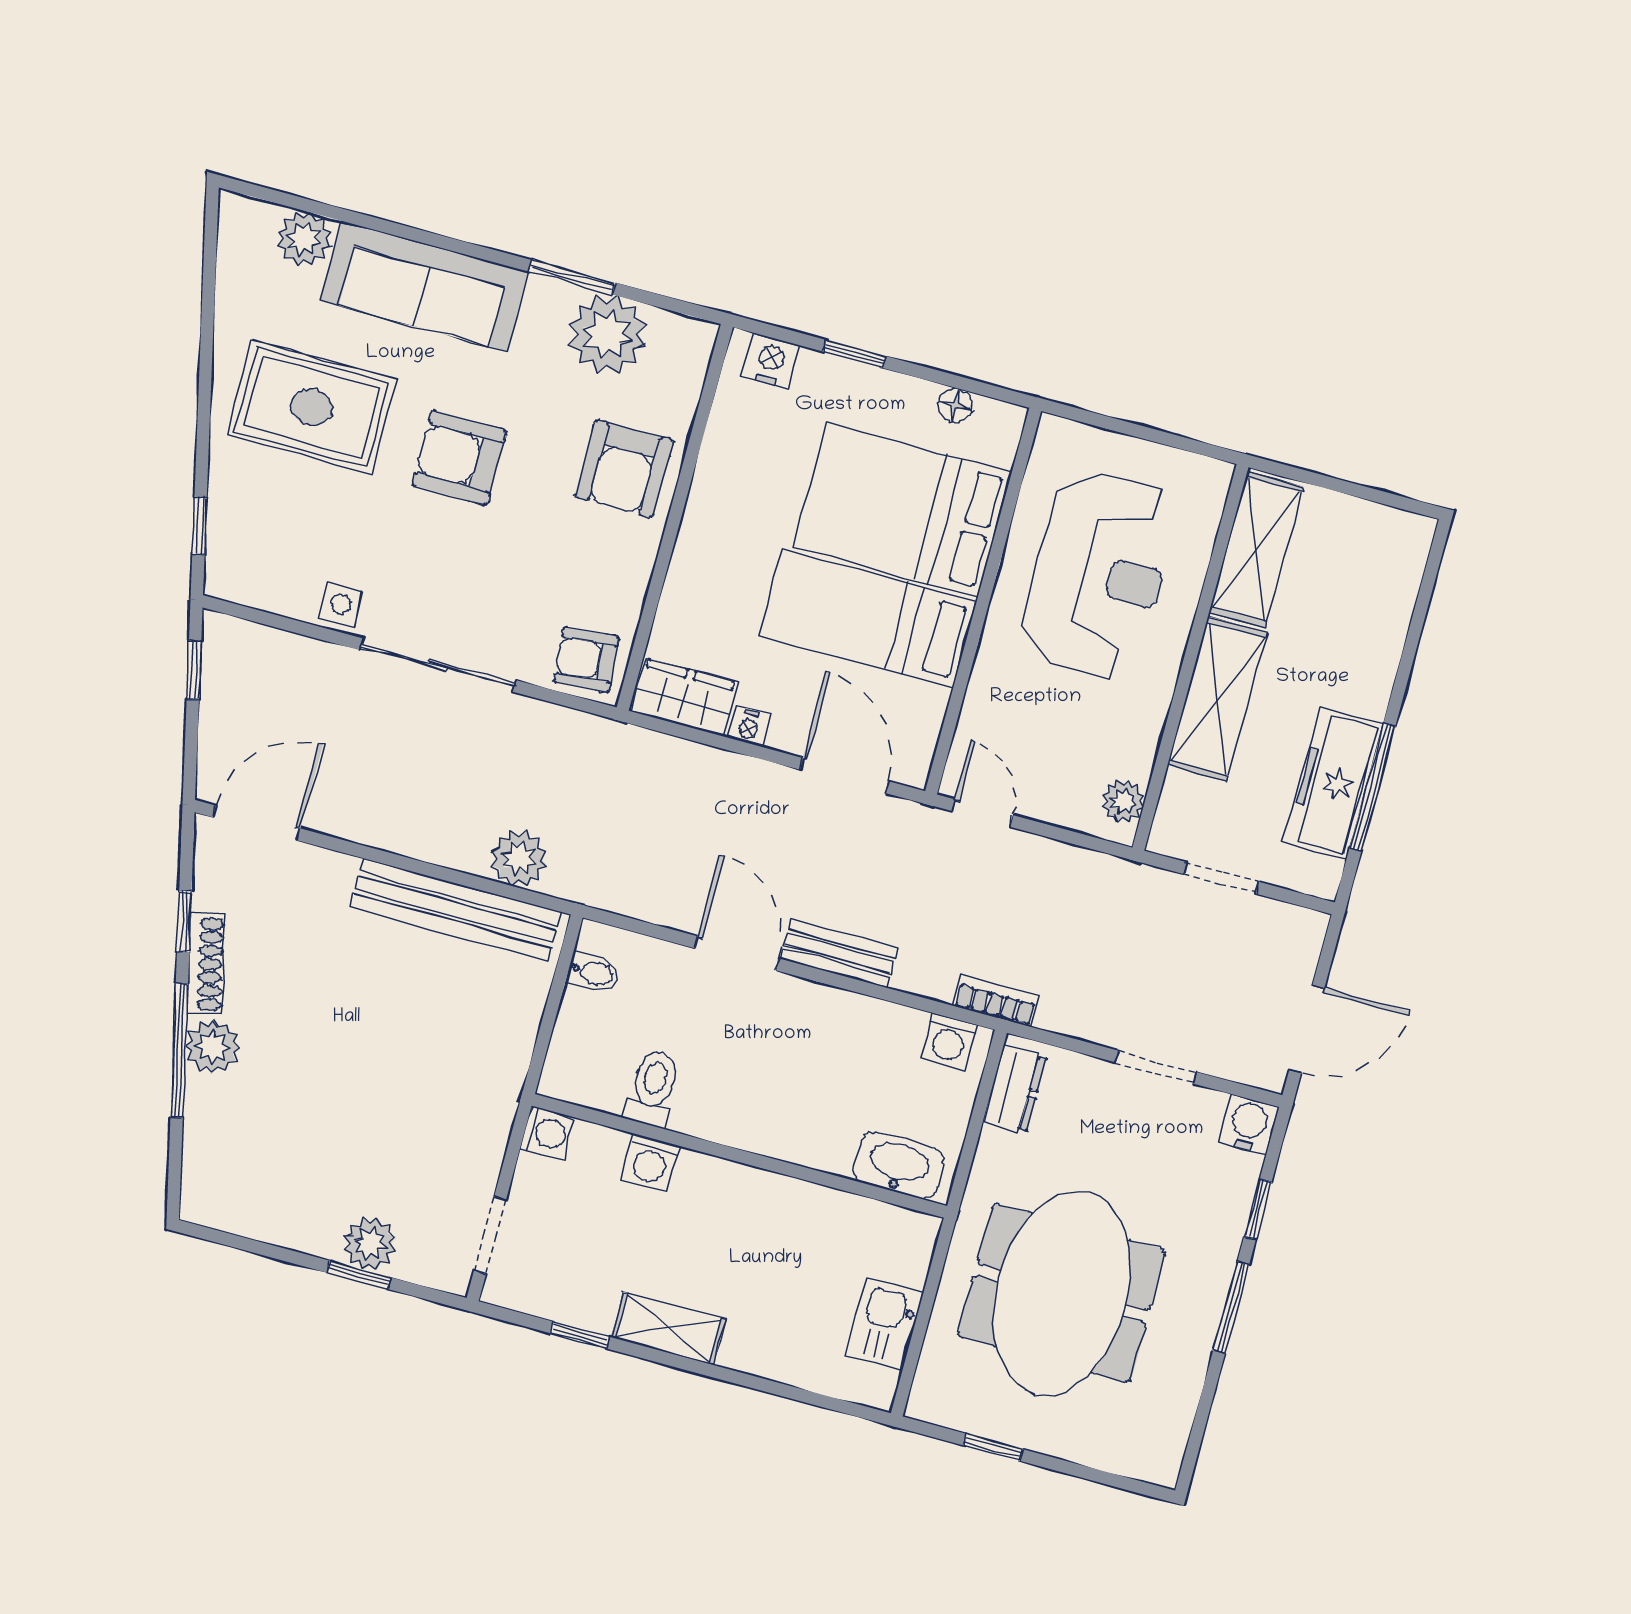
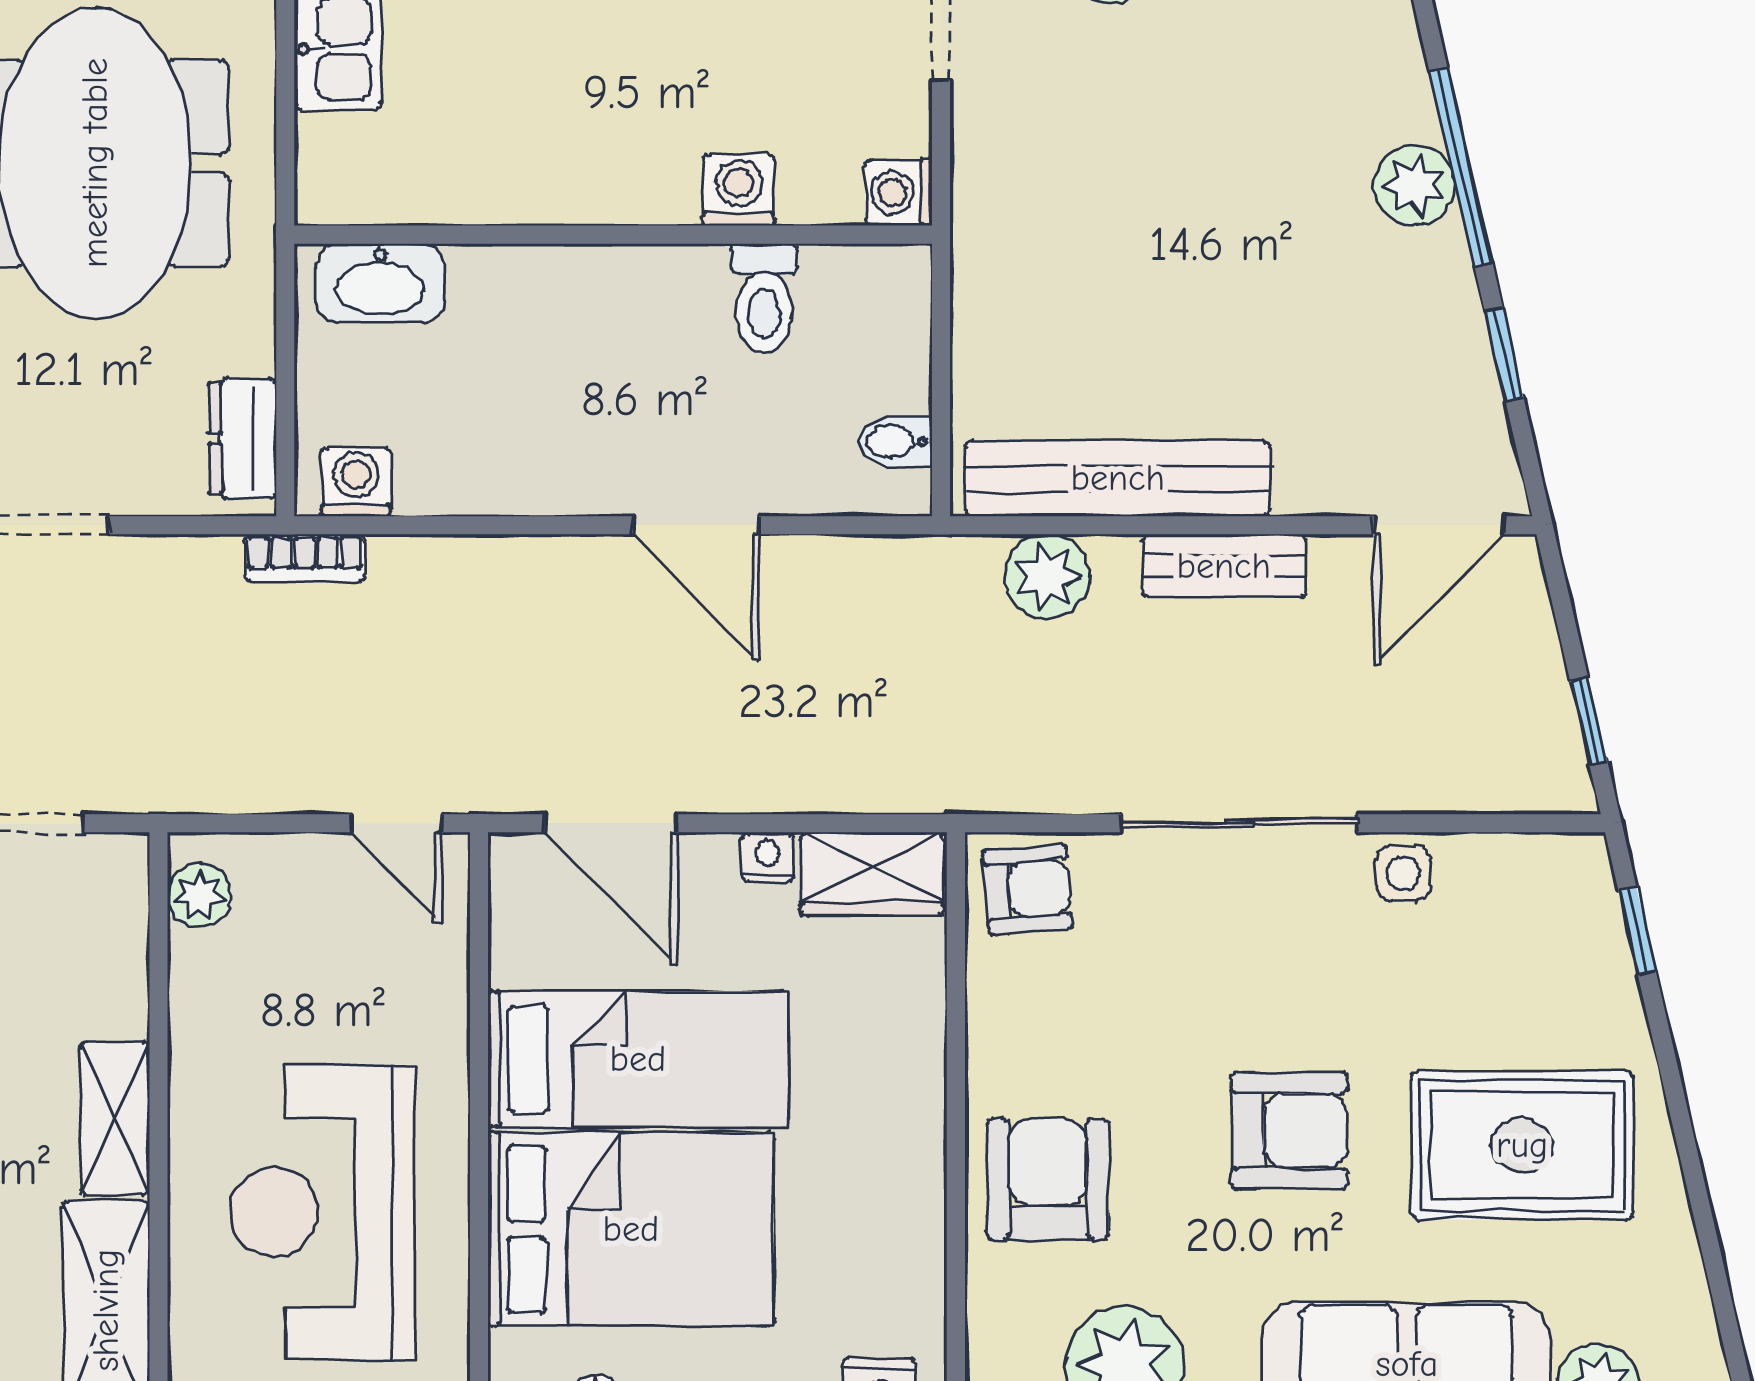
shelving: (1217, 699) -> (115, 1118), width x0.67, depth x0.75
bench: (839, 953) -> (1224, 566), moved
shoe rack: (206, 964) -> (1456, 302), removed

